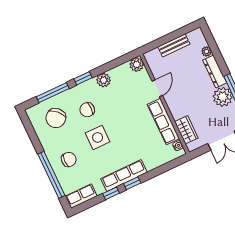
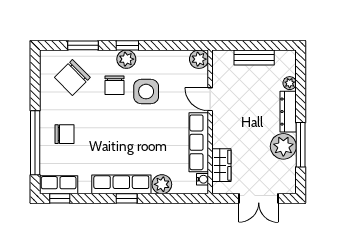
plant: (104, 80) -> (126, 59), moved
door: (157, 88) -> (210, 99), swing flipped
window: (53, 93) -> (83, 45), width x0.69
chair: (87, 110) -> (114, 85), turned -90
side table: (98, 137) -> (146, 92), moved
plant: (152, 162) -> (162, 184), added
window: (111, 193) -> (60, 198), moved

